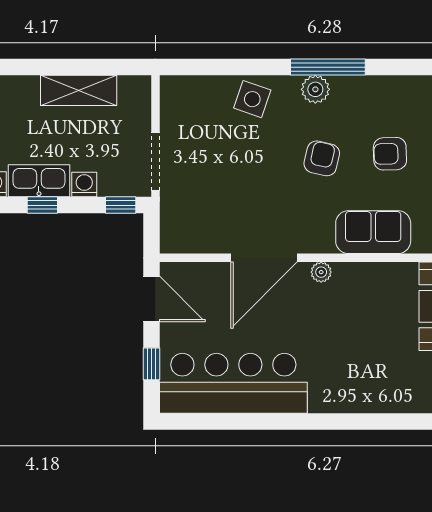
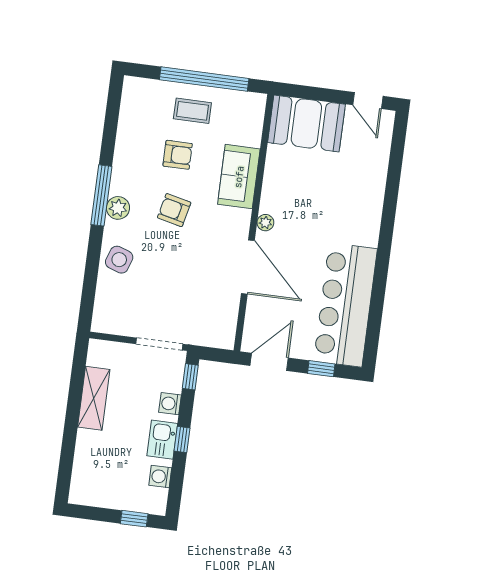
armchair: (390, 154) -> (178, 155), turned -88
kitchen sink: (39, 181) -> (162, 440), width x0.73

